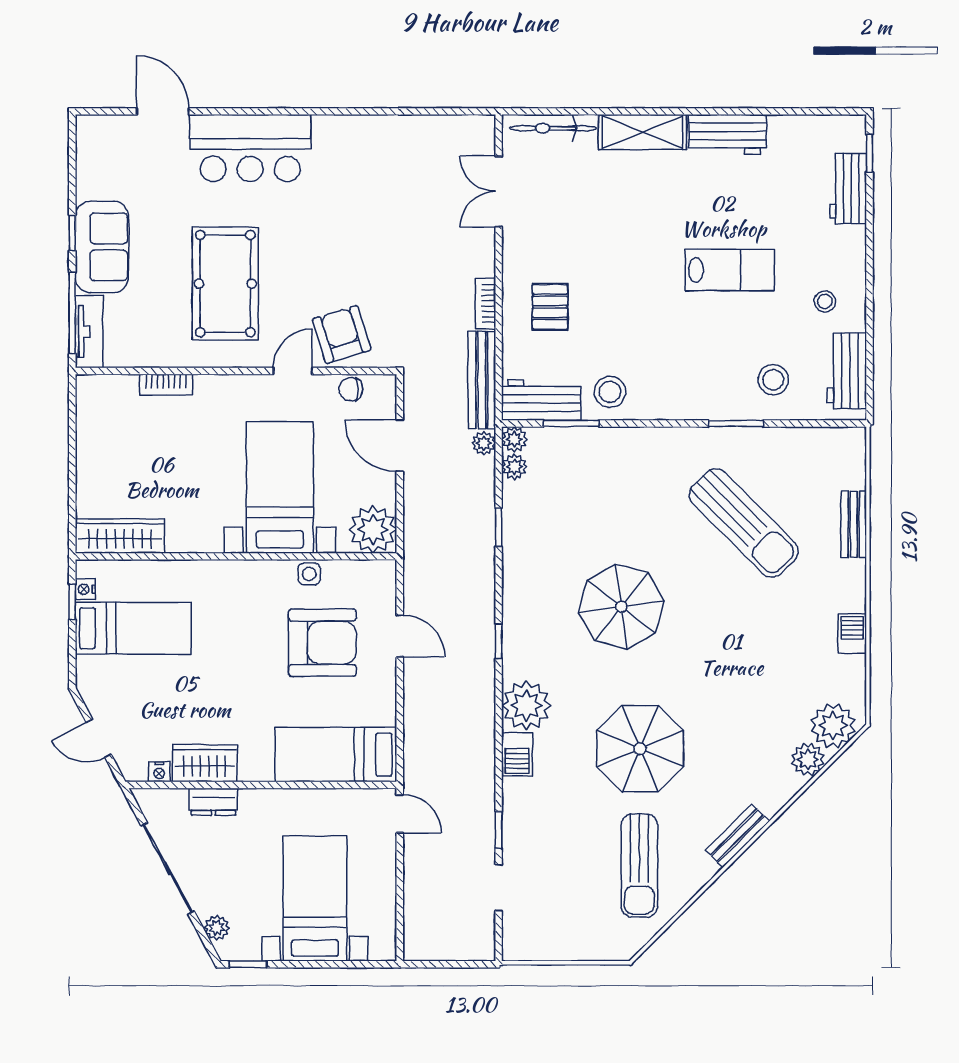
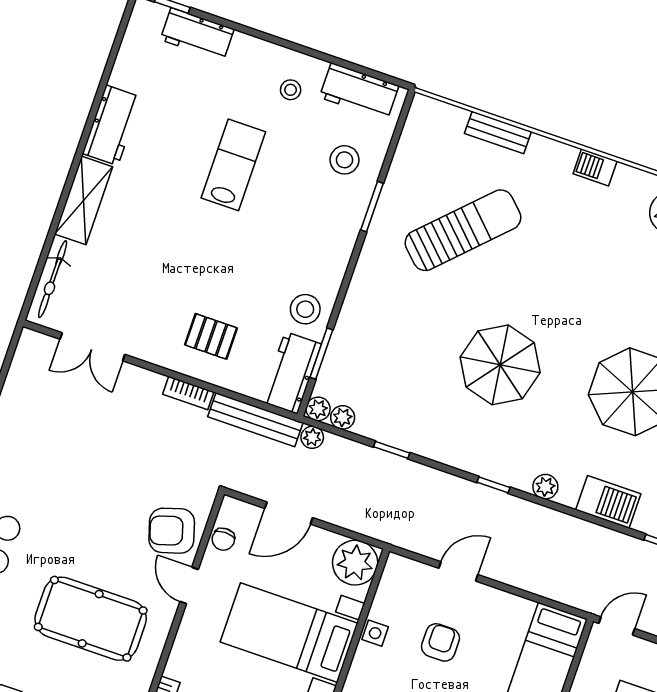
armchair: (322, 643) -> (440, 642), width x0.53, depth x0.53
plant: (526, 706) -> (545, 487), width x0.53, depth x0.53
barbecue: (517, 754) -> (608, 502), width x1.38, depth x1.27

